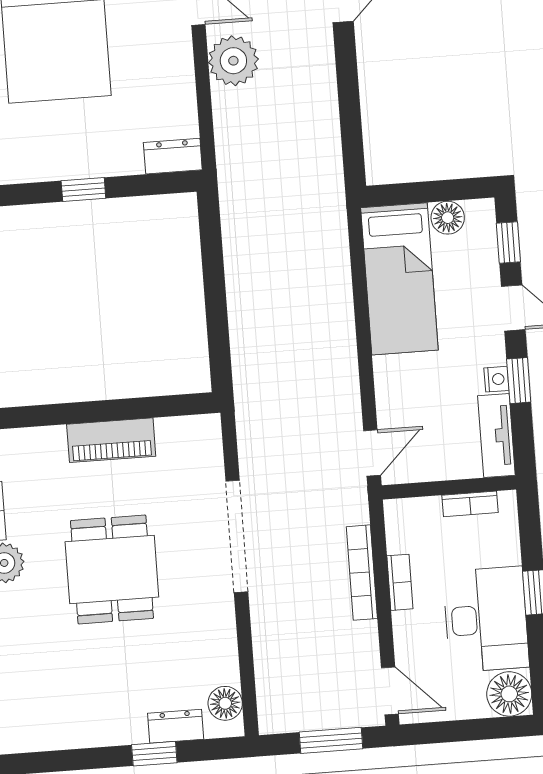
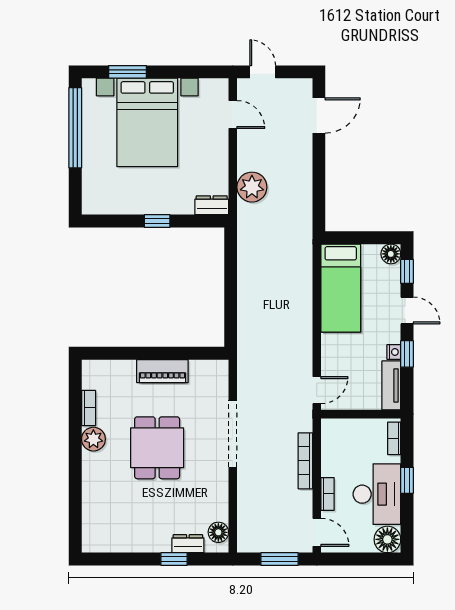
plant: (233, 61) -> (252, 187), moved
floor lamp: (448, 218) -> (391, 254), moved
bookcase: (470, 504) -> (394, 438), moved, turned 90
bookcase: (400, 582) -> (327, 494), moved

